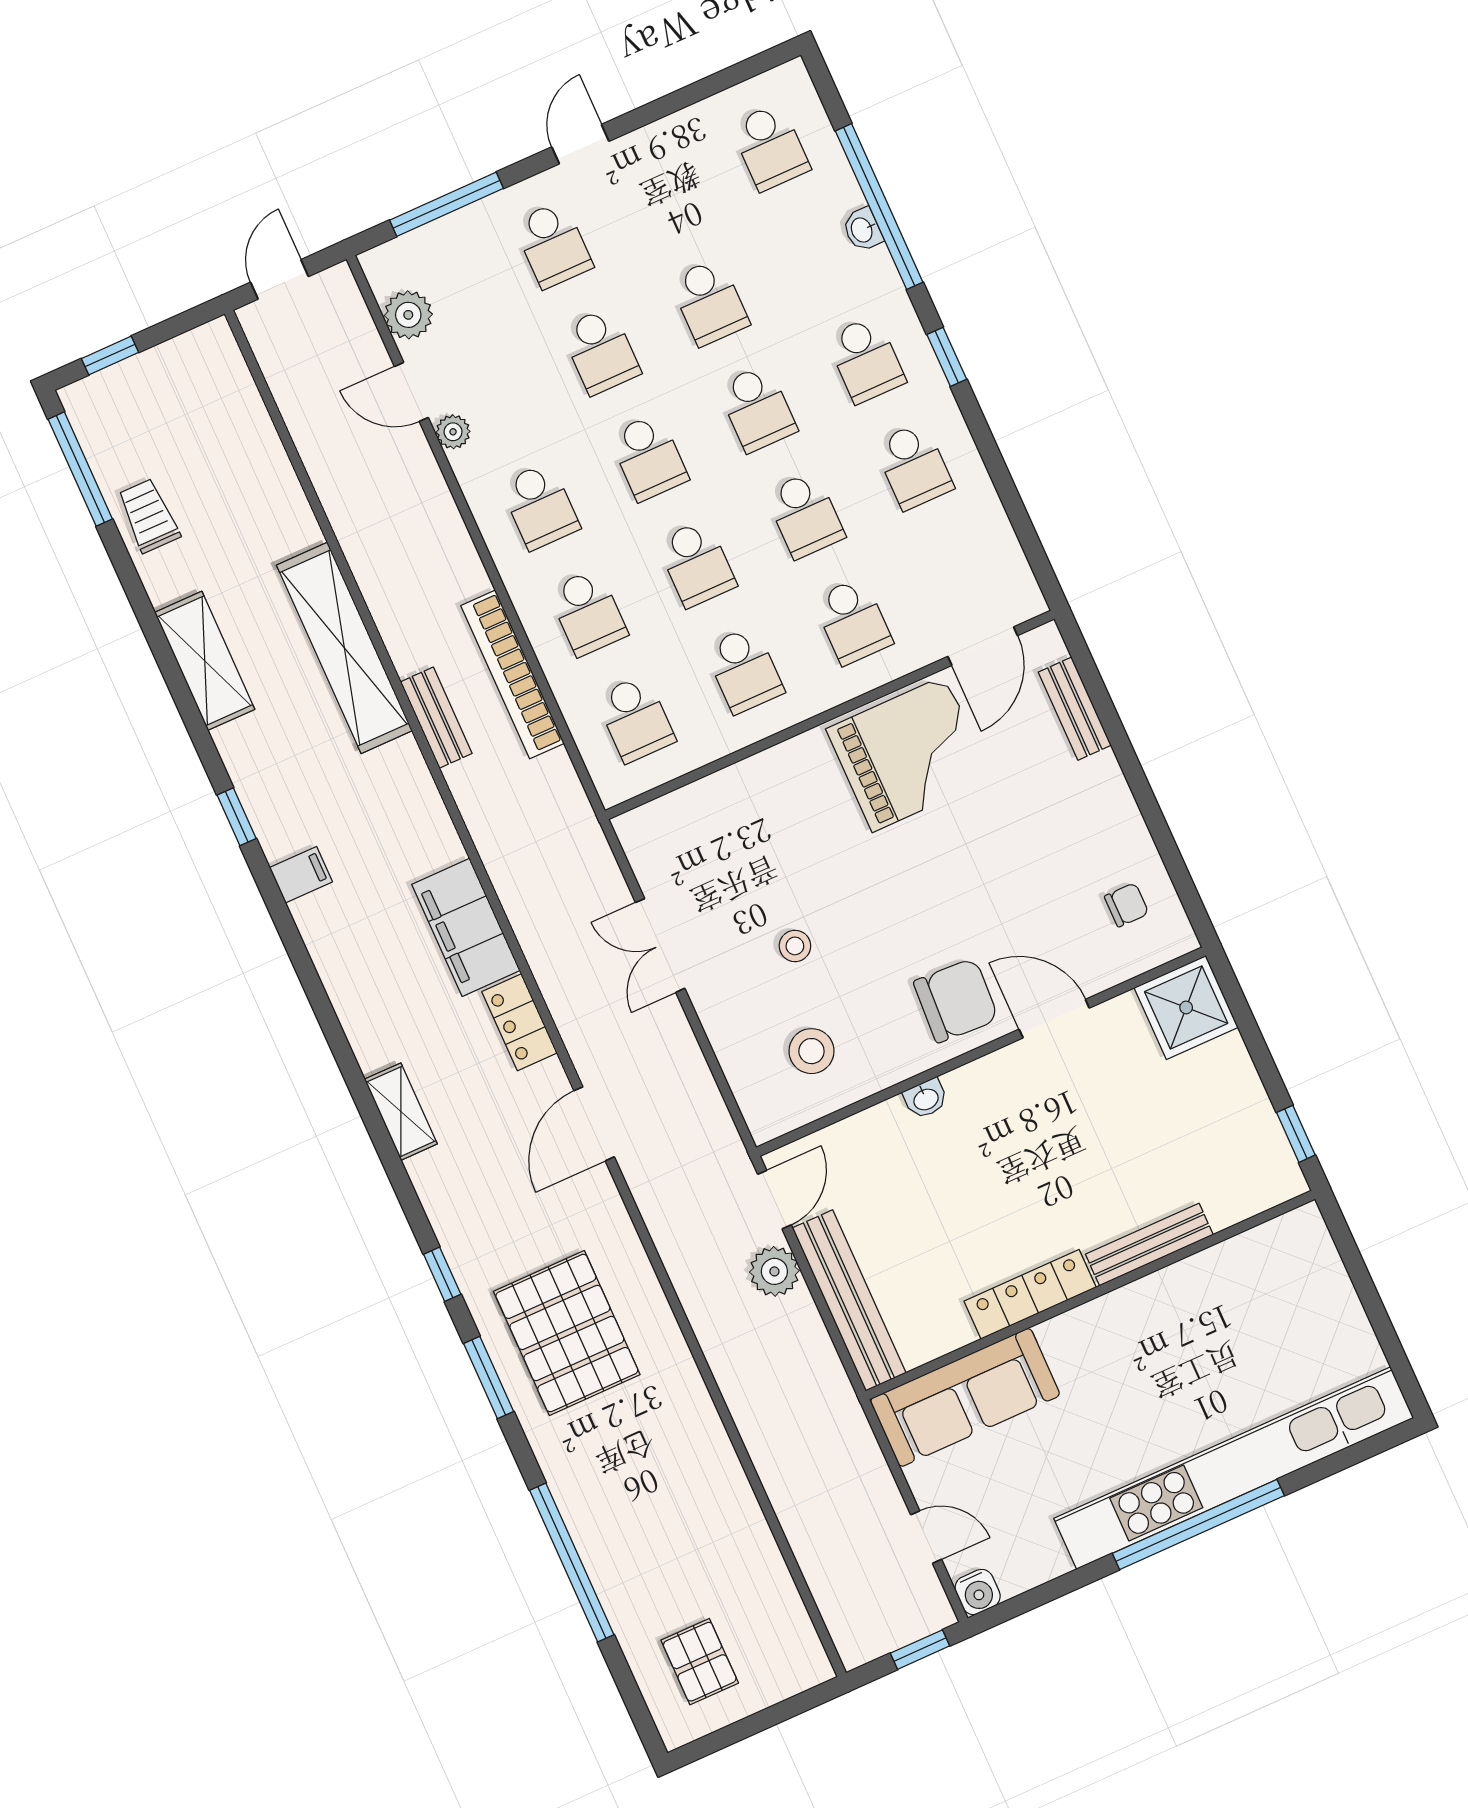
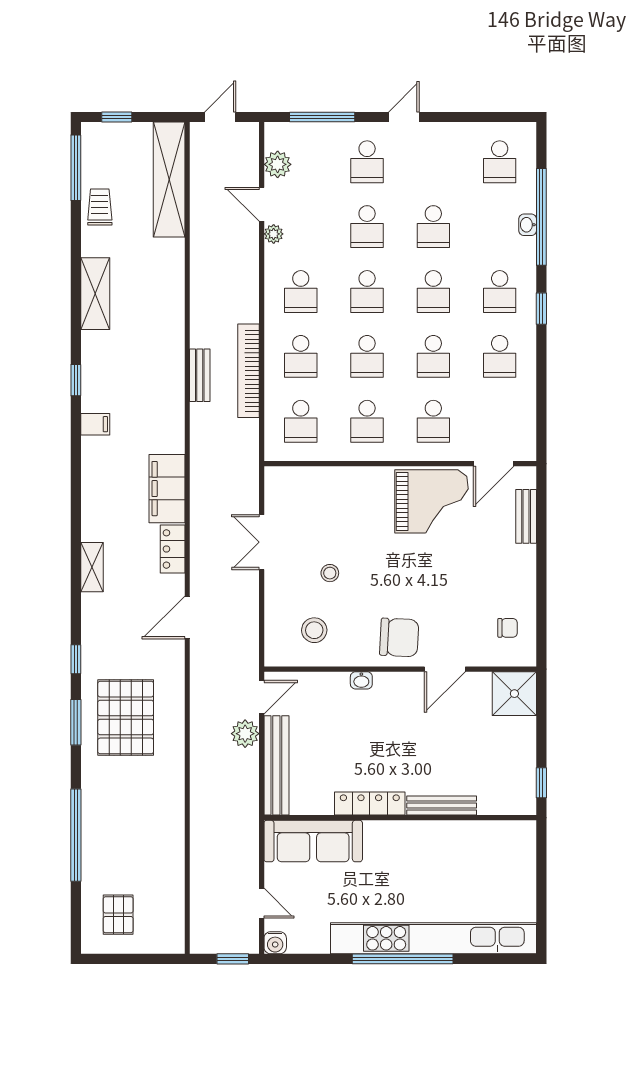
shelving: (344, 648) -> (169, 179), moved
door: (1054, 1019) -> (445, 669), swing flipped

